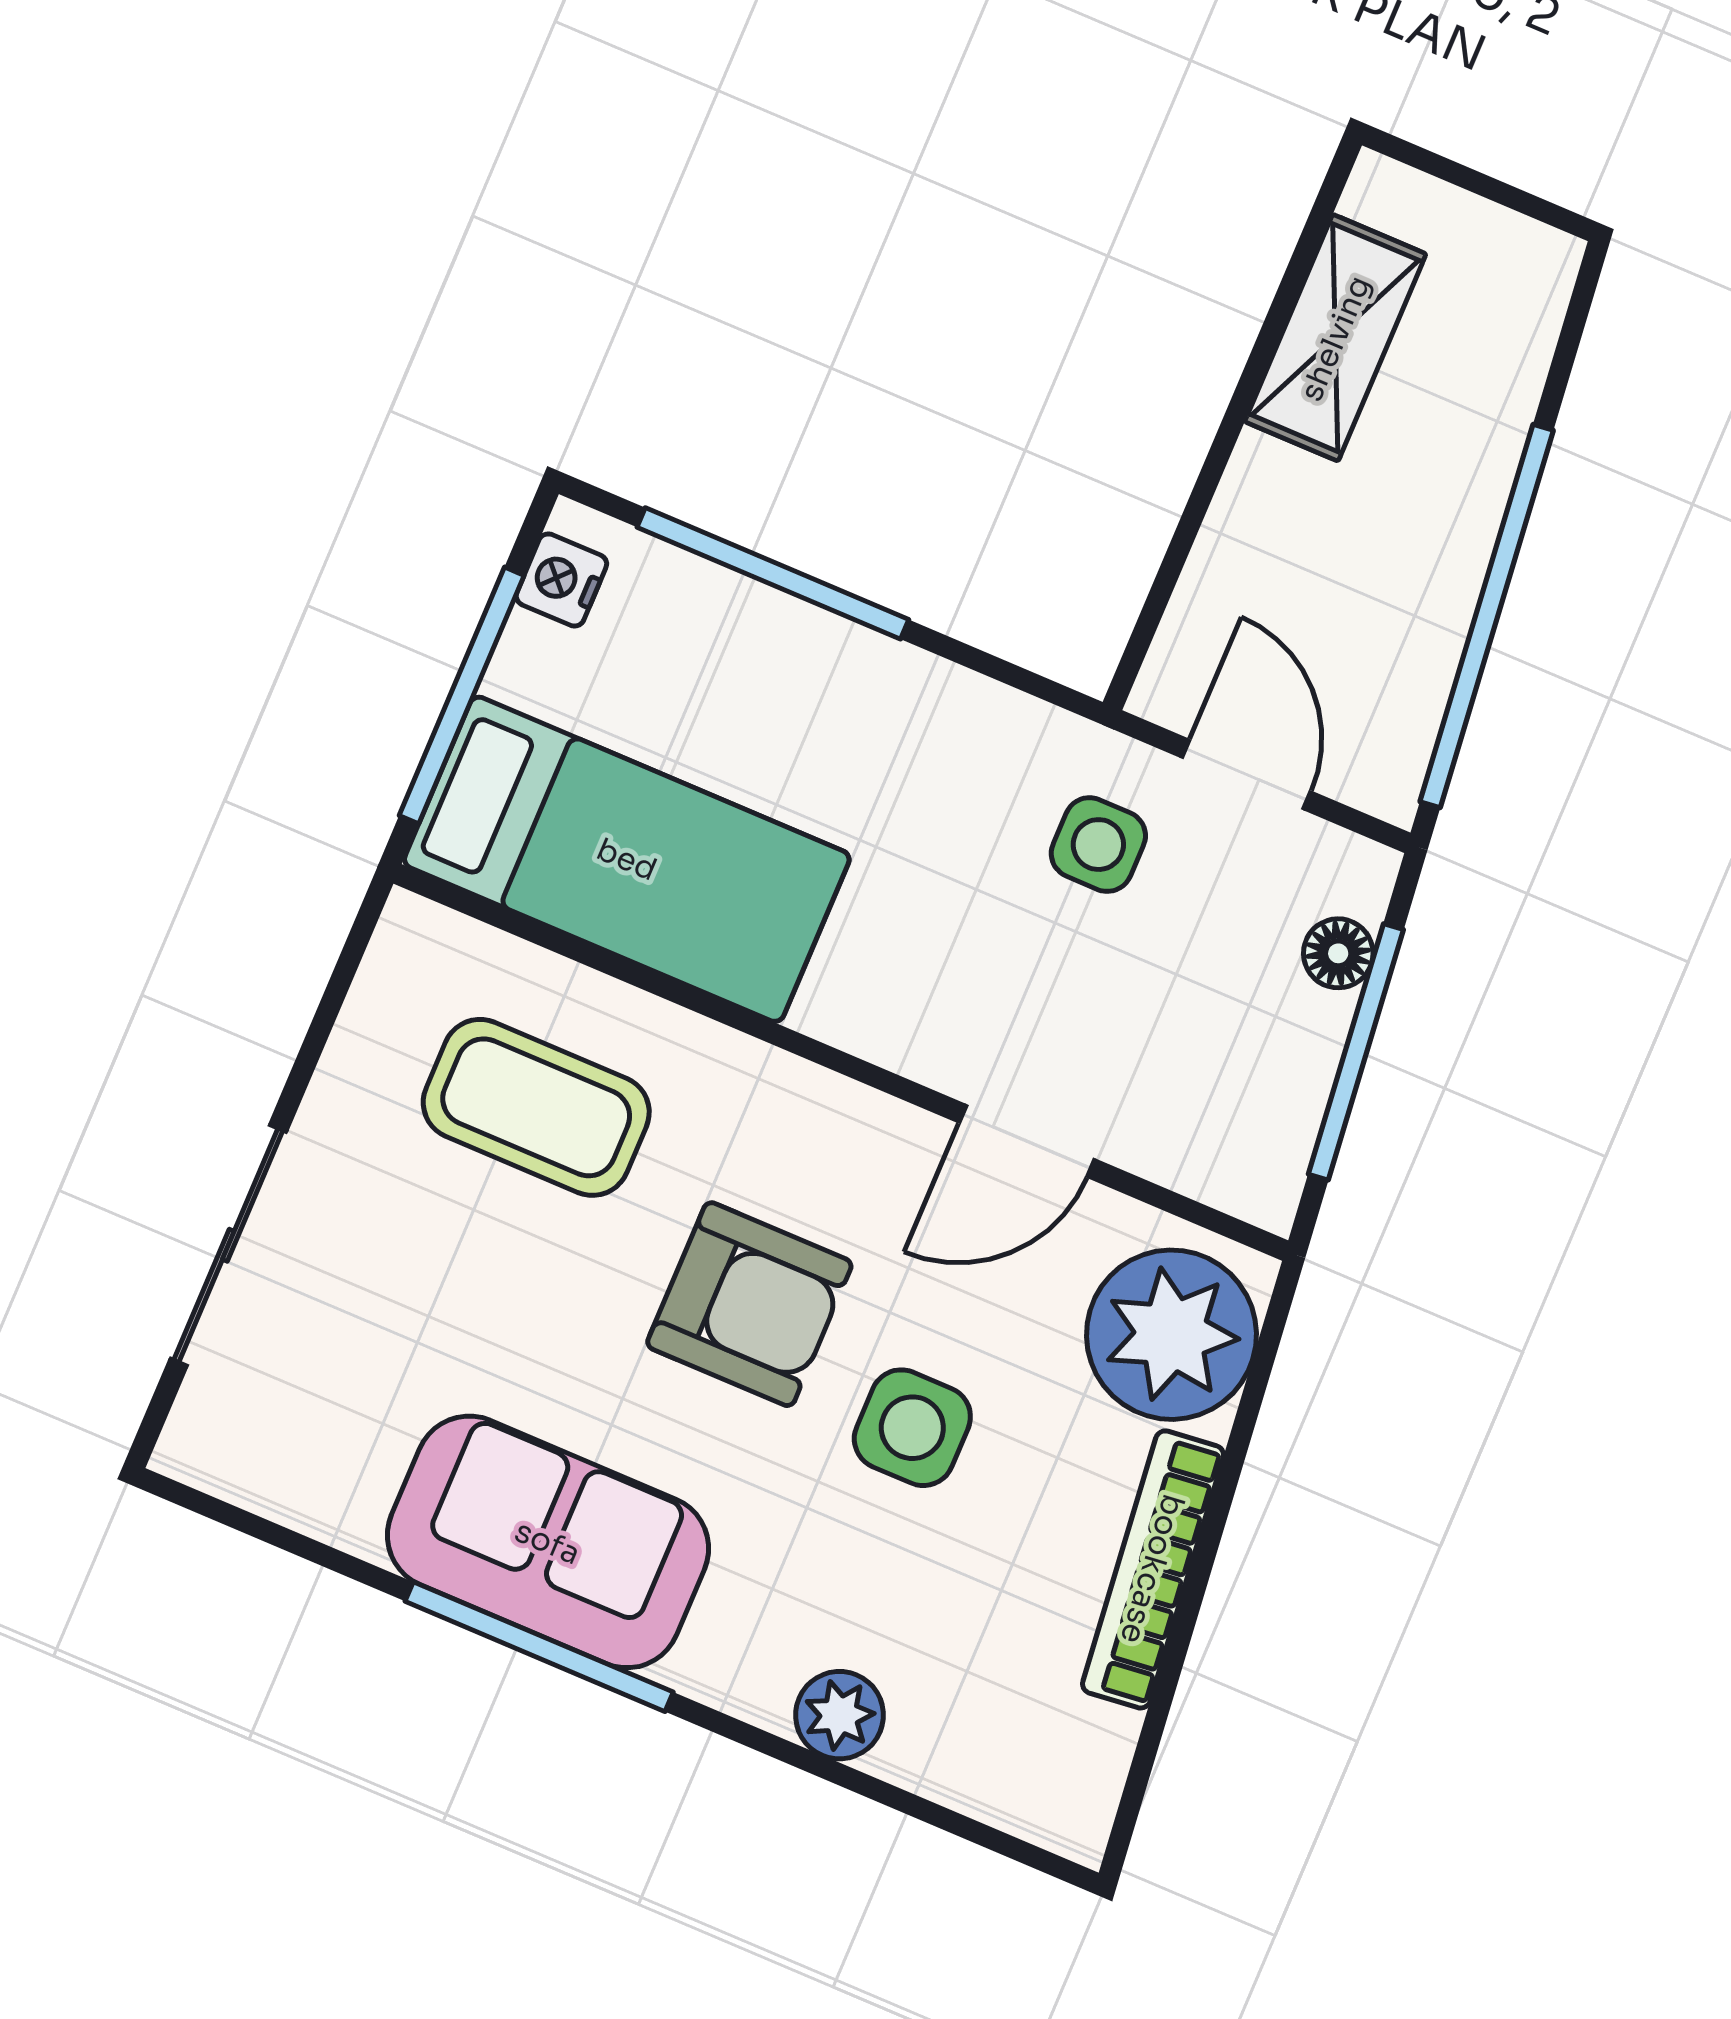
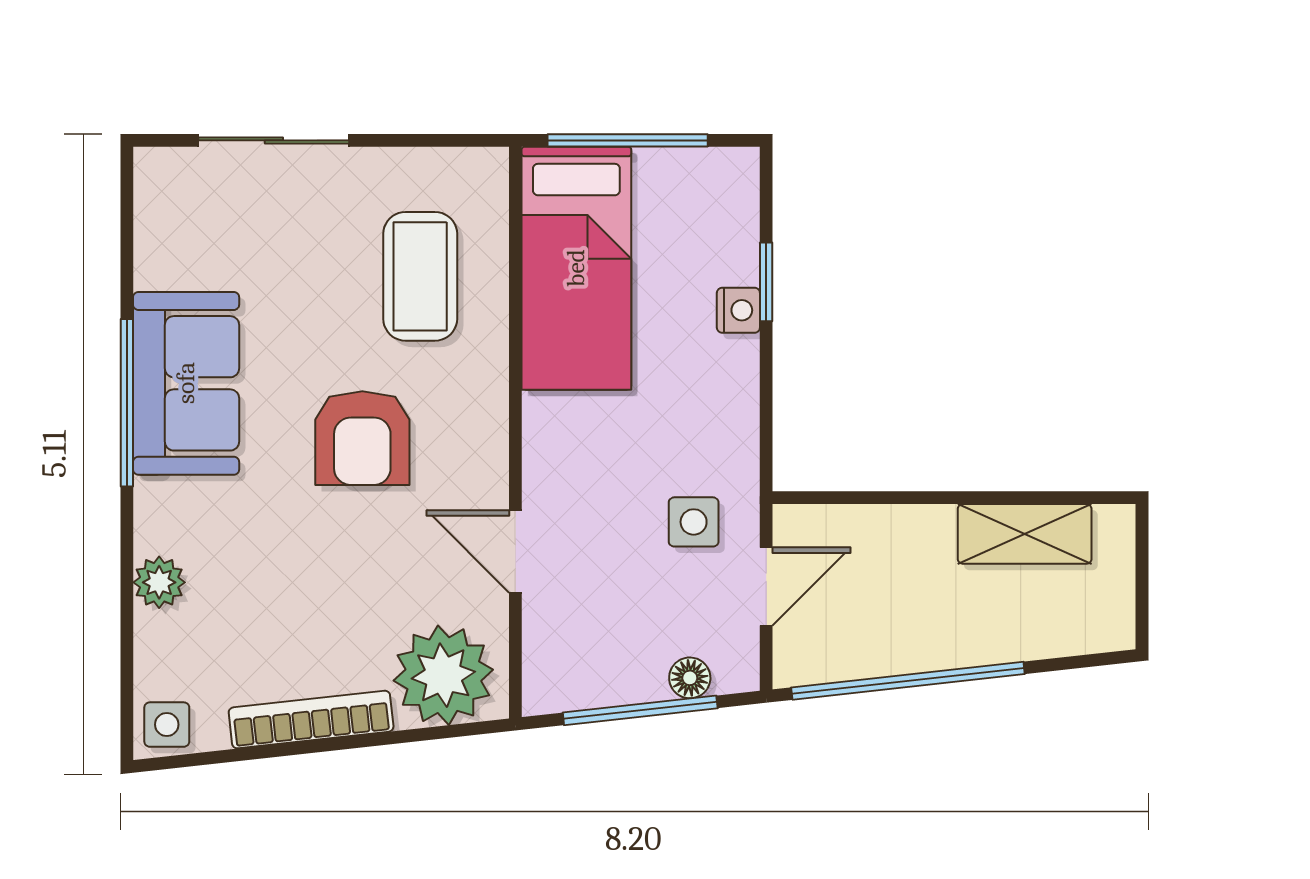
window: (773, 573) -> (766, 282), width x0.46
nightstand: (561, 580) -> (738, 310), moved, turned 90
side table: (912, 1428) -> (167, 725), moved, width x0.73, depth x0.73

